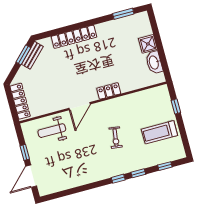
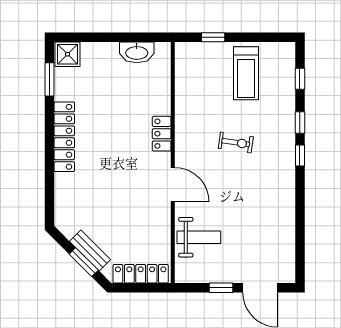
locker: (74, 37) -> (64, 137), moved
shower: (148, 44) -> (68, 54), moved
window: (23, 55) -> (84, 262), moved
bench: (32, 55) -> (90, 251), moved
weight bench: (52, 131) -> (199, 237), turned -90

